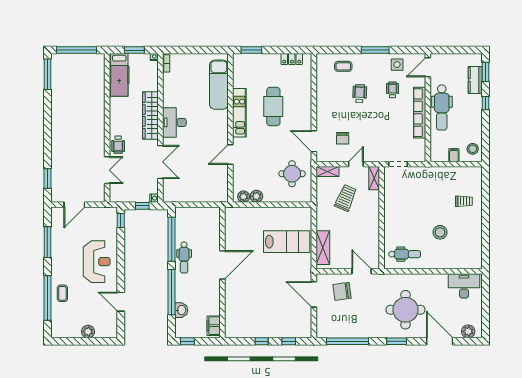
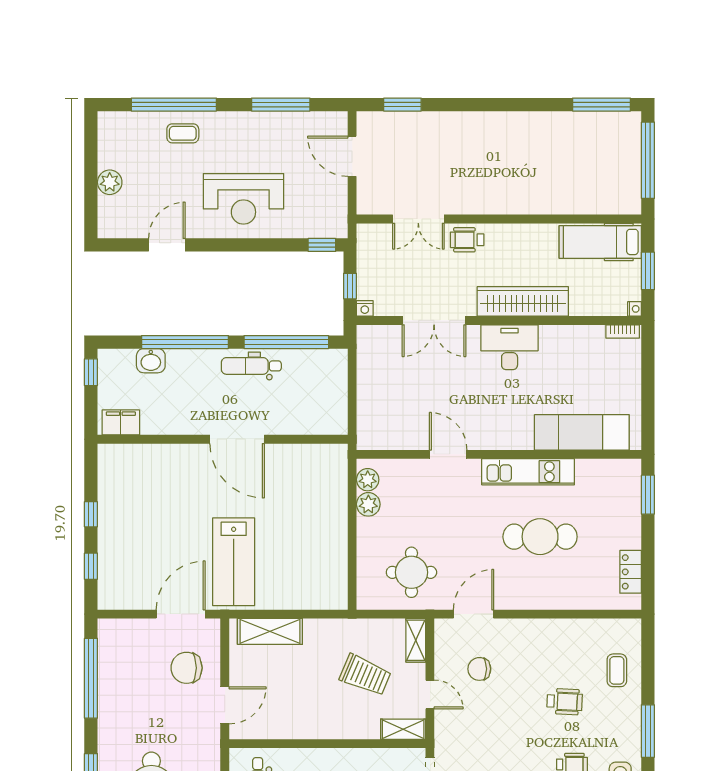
lab bench: (287, 242) -> (234, 562), moved
chair: (342, 291) -> (187, 668), turned -82

